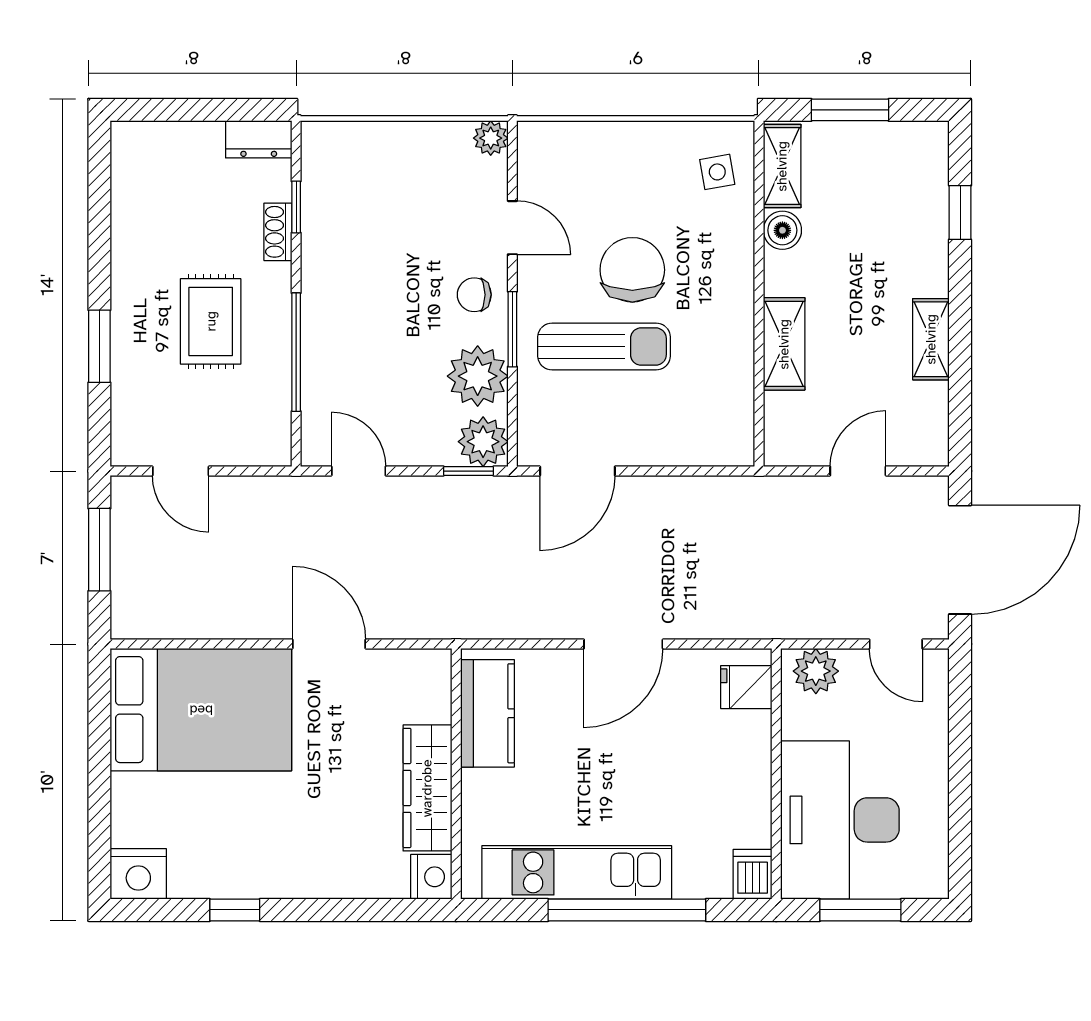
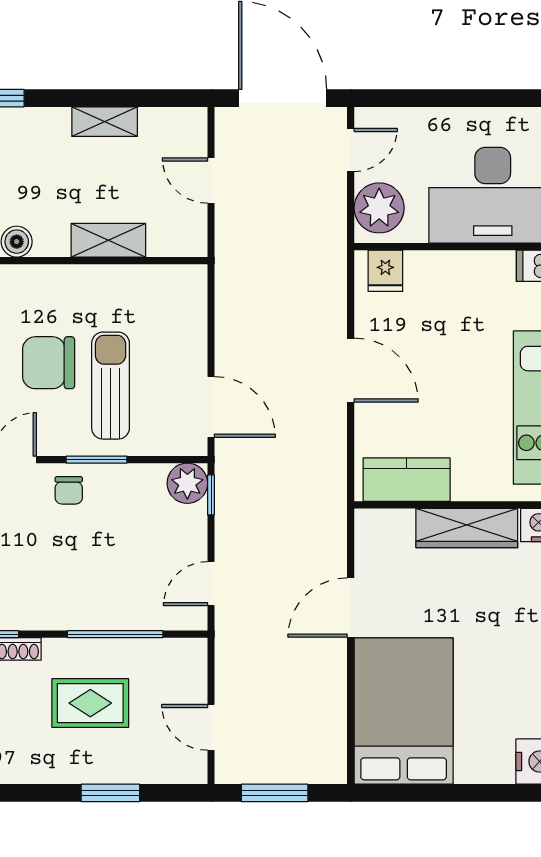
plant: (478, 376) -> (134, 488), removed
door: (181, 471) -> (211, 727), swing flipped
plant: (816, 671) -> (379, 208), width x1.36, depth x1.36

